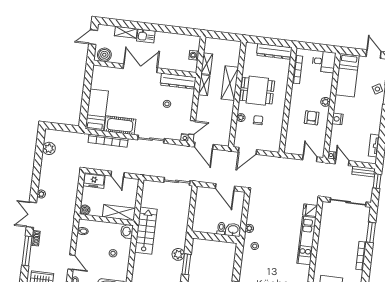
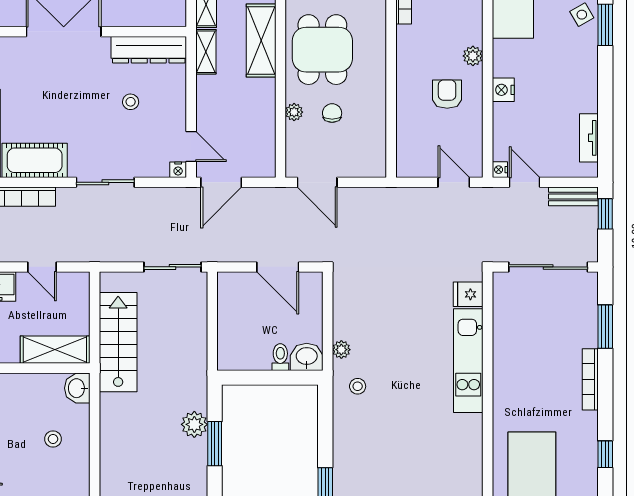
dining table: (257, 91) -> (322, 50), turned 90
door: (192, 128) -> (191, 146), hinge flipped
door: (204, 146) -> (221, 182), hinge flipped
door: (248, 151) -> (317, 182), hinge flipped
stairs: (146, 231) -> (118, 342), moved

